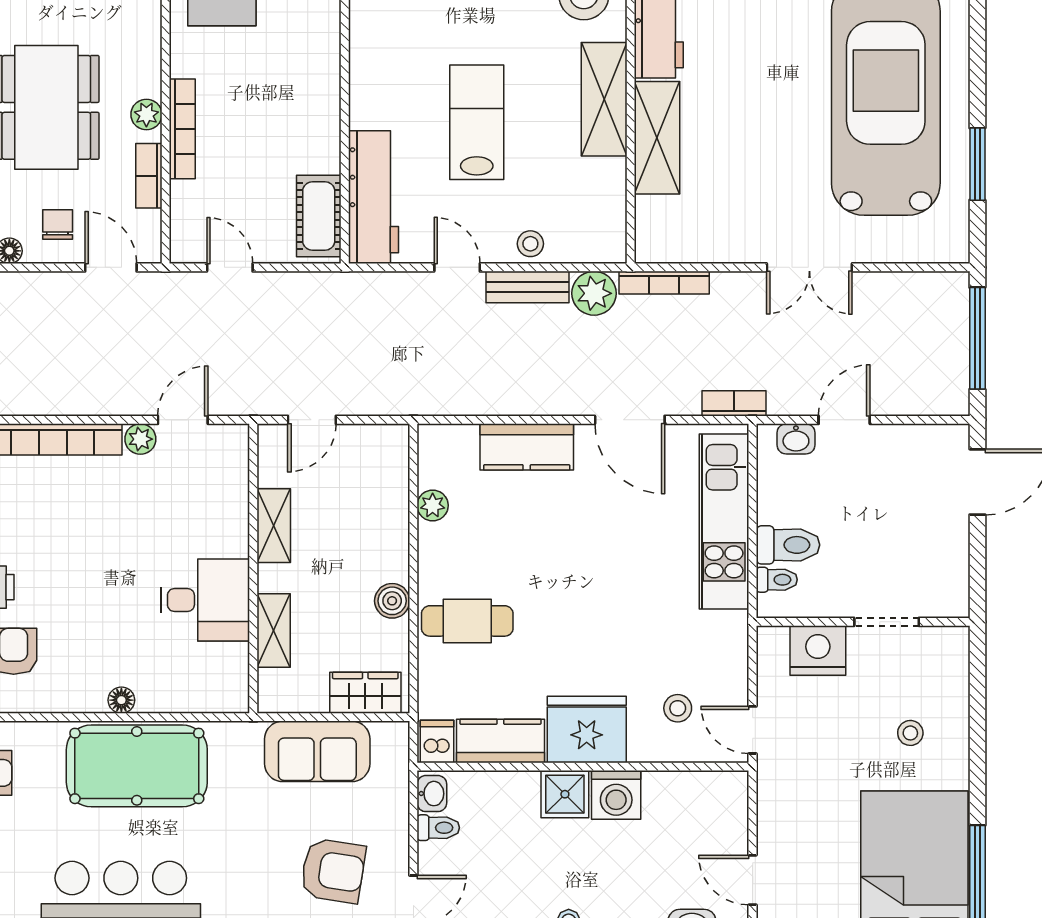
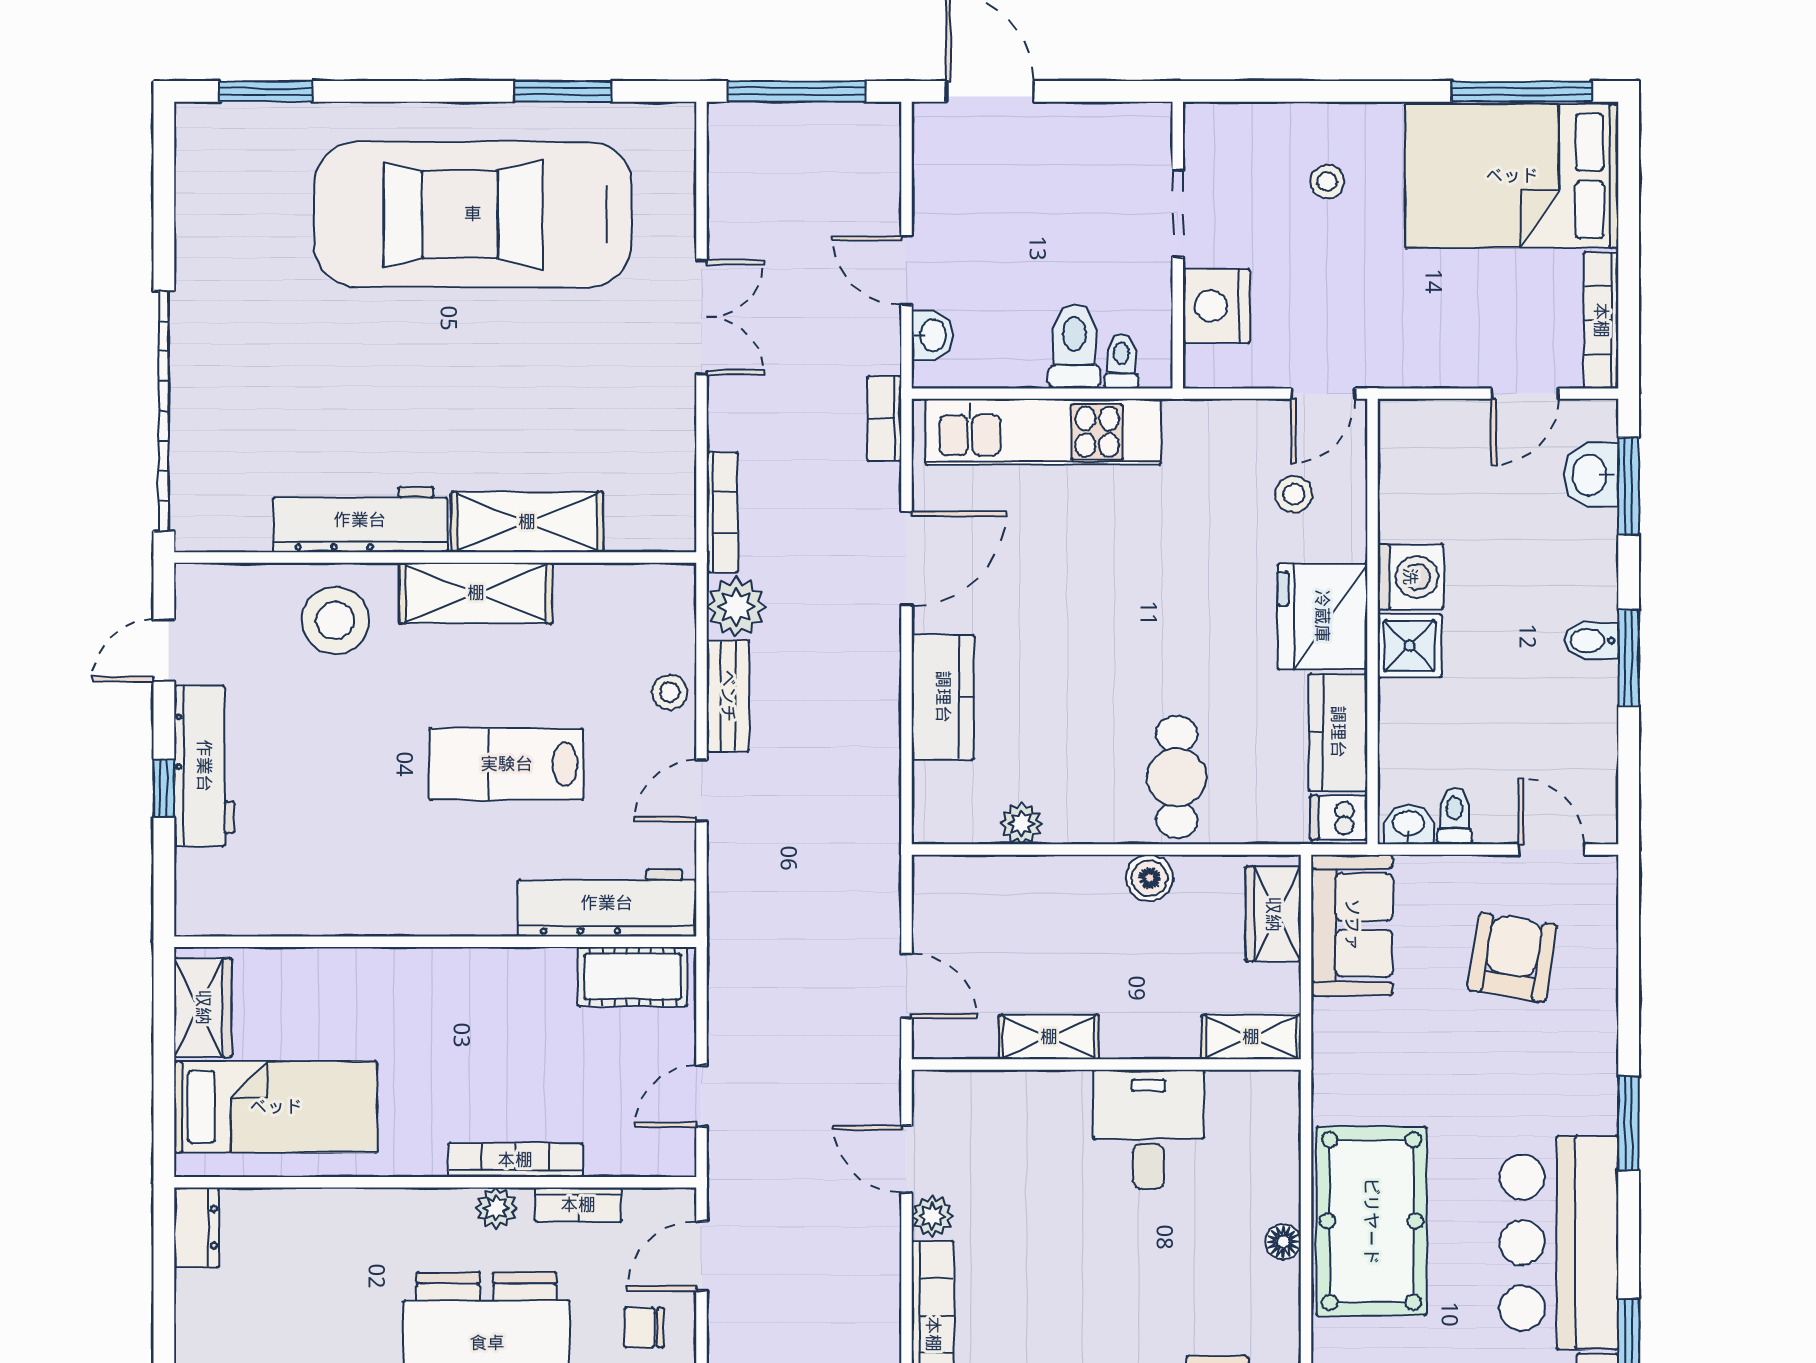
shelving: (274, 631) -> (1251, 1037), moved
sofa: (317, 751) -> (1352, 925), moved

